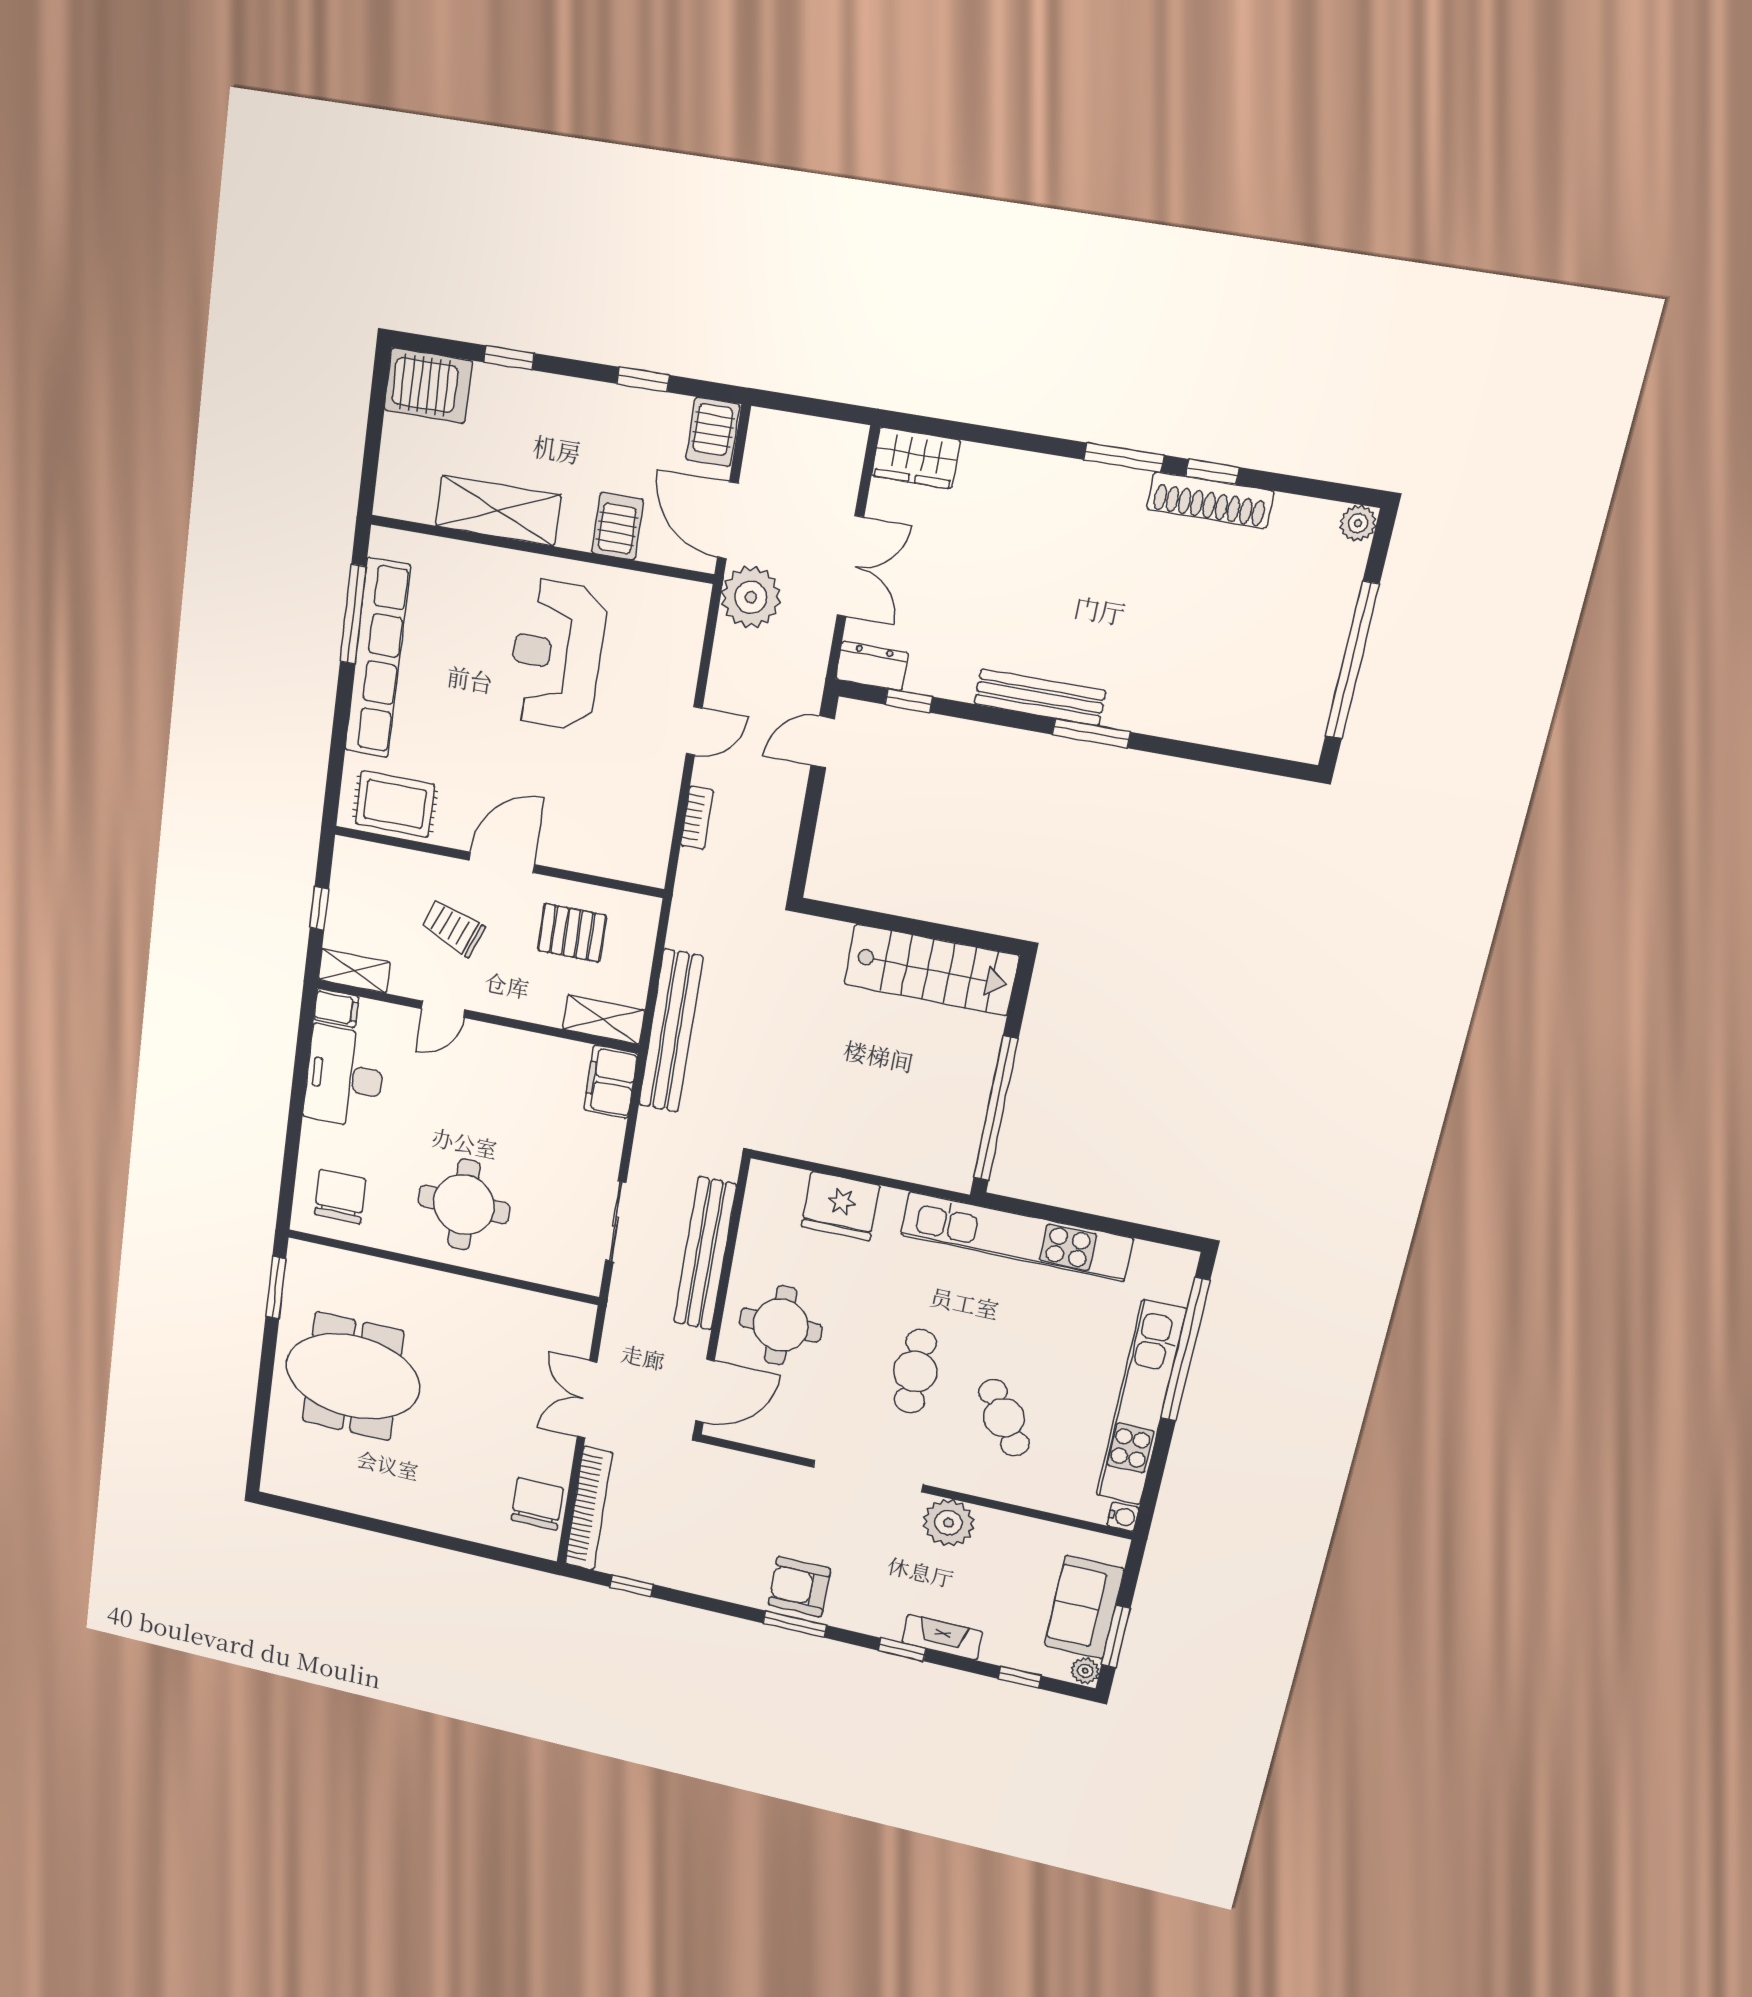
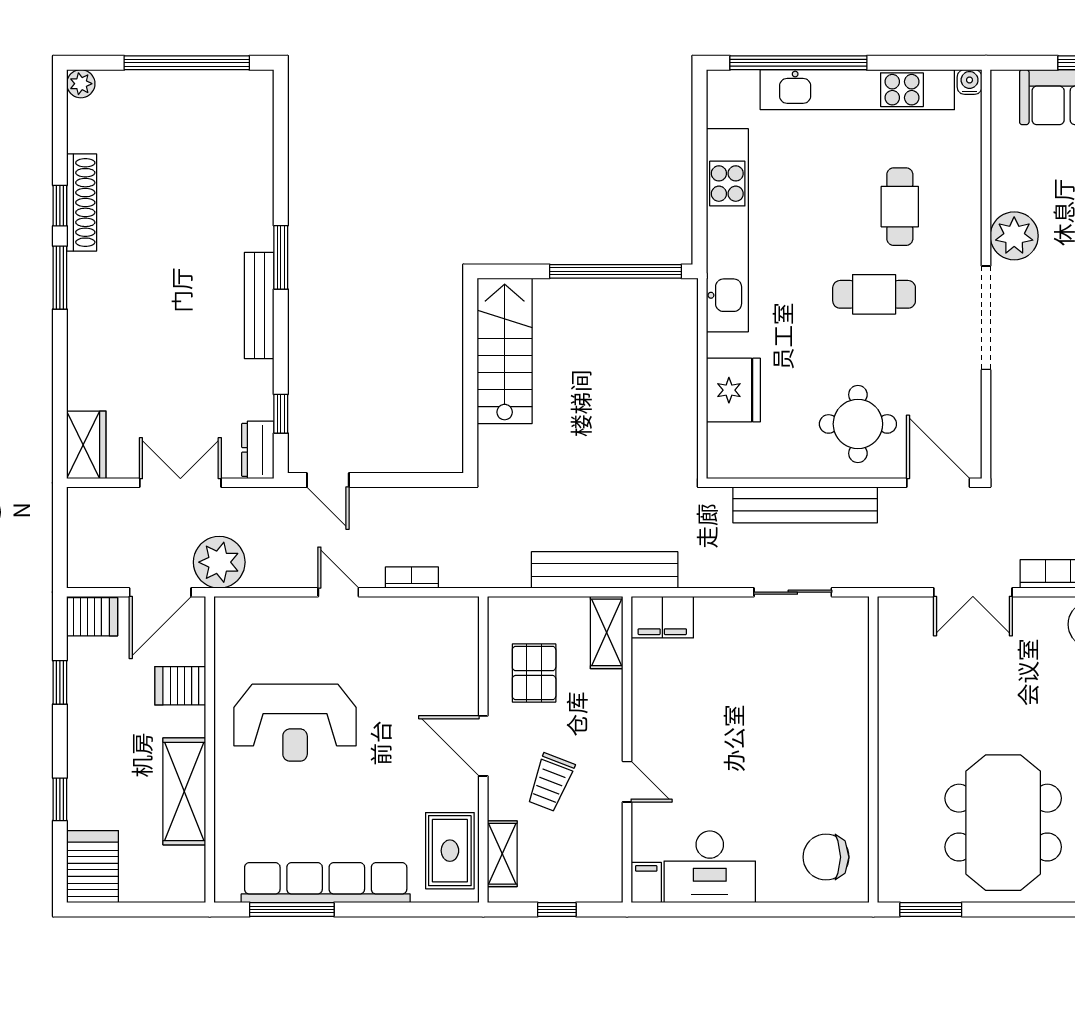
shelving: (354, 971) -> (502, 854), moved
round table: (464, 1204) -> (808, 737), removed
cafe table: (1004, 1418) -> (900, 207), turned -57

